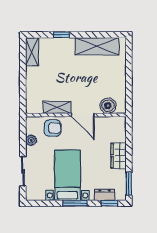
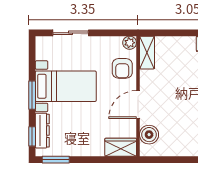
shelving: (57, 107) -> (147, 53), moved
plant: (31, 140) -> (130, 43), moved
wardrobe: (119, 156) -> (121, 147), moved
dresser: (105, 195) -> (42, 131), width x1.44

